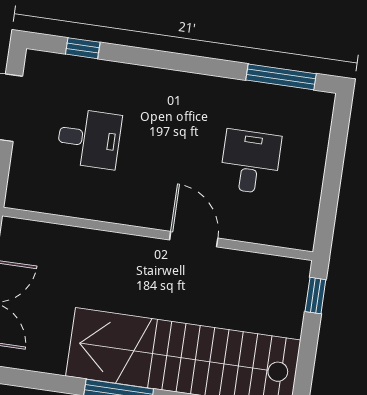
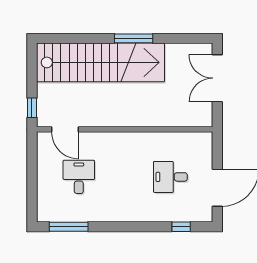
desk: (250, 162) -> (79, 177), turned 180
door: (194, 239) -> (65, 129), moved

